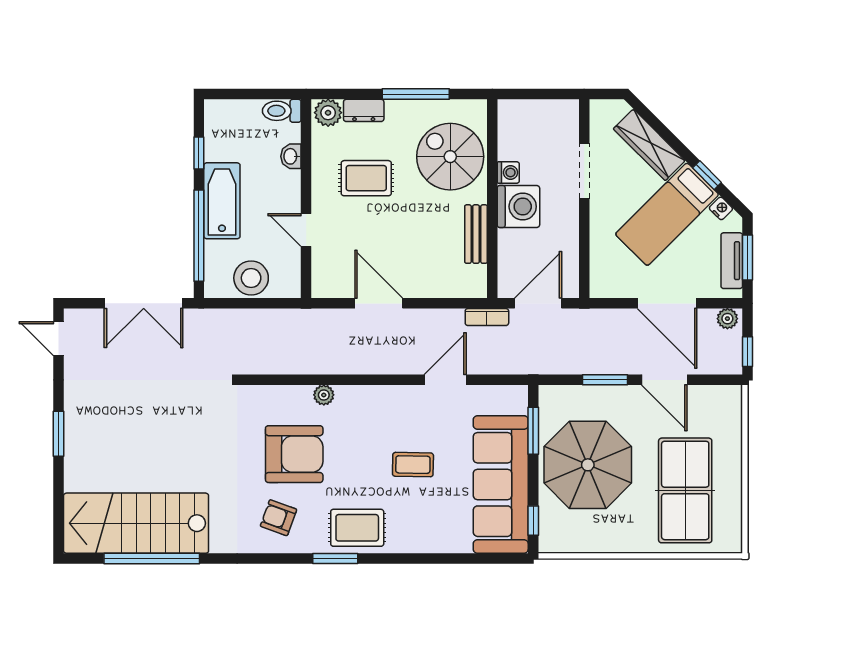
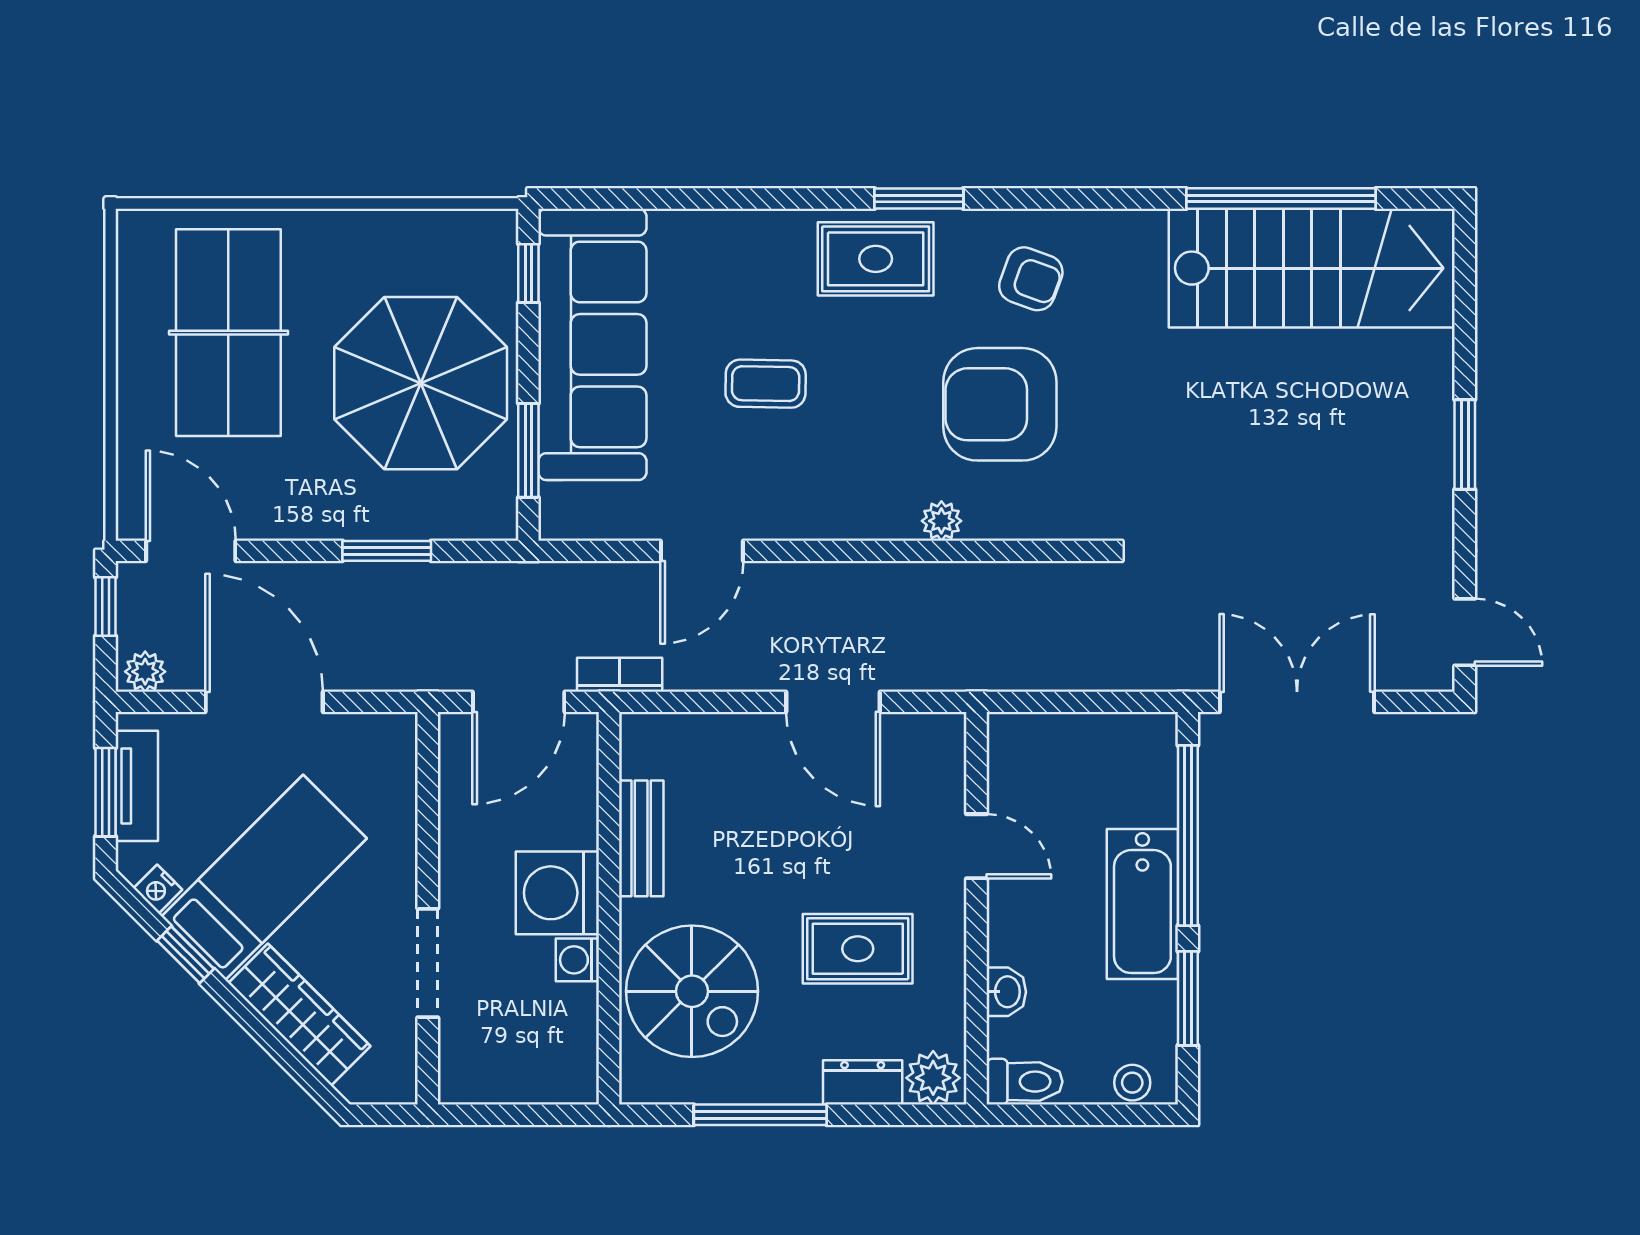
window: (199, 153) -> (1188, 998), width x1.50
stool: (251, 278) -> (1132, 1083), moved, width x0.53, depth x0.53
door: (664, 380) -> (191, 551), moved

